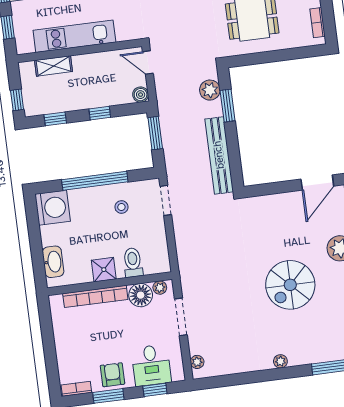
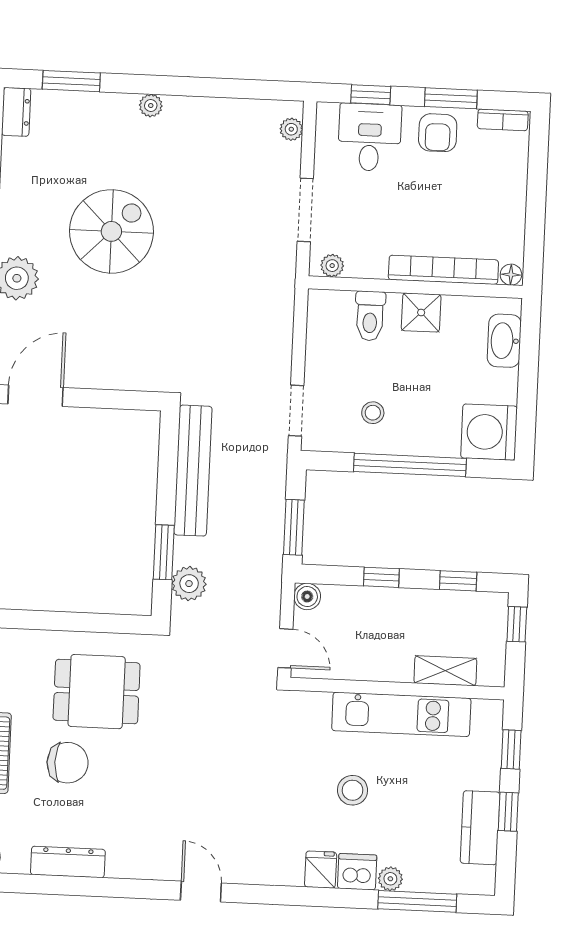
floor lamp: (141, 295) -> (511, 275), moved, width x0.53, depth x0.53

